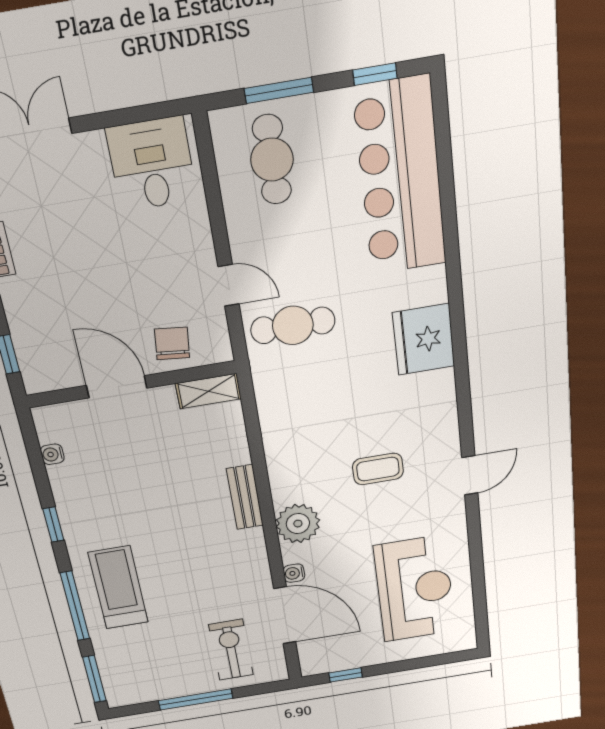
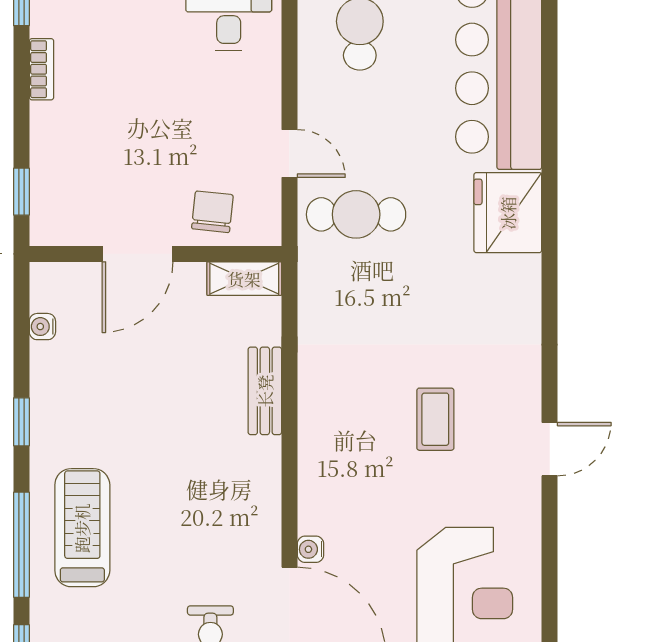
fridge: (424, 339) -> (508, 213), moved
door: (117, 387) -> (137, 254), swing flipped
coffee table: (378, 469) -> (435, 419), turned 90
bench: (245, 497) -> (265, 391), moved
plant: (298, 524) -> (326, 477), removed

